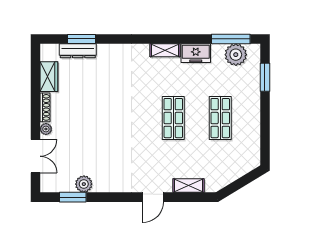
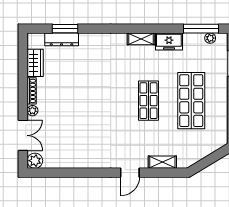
plant: (236, 55) -> (210, 38), width x0.53, depth x0.53
shop shelf: (220, 118) -> (191, 101), width x1.43, depth x1.36
plant: (84, 184) -> (35, 161), moved
window: (73, 197) -> (57, 173), removed

